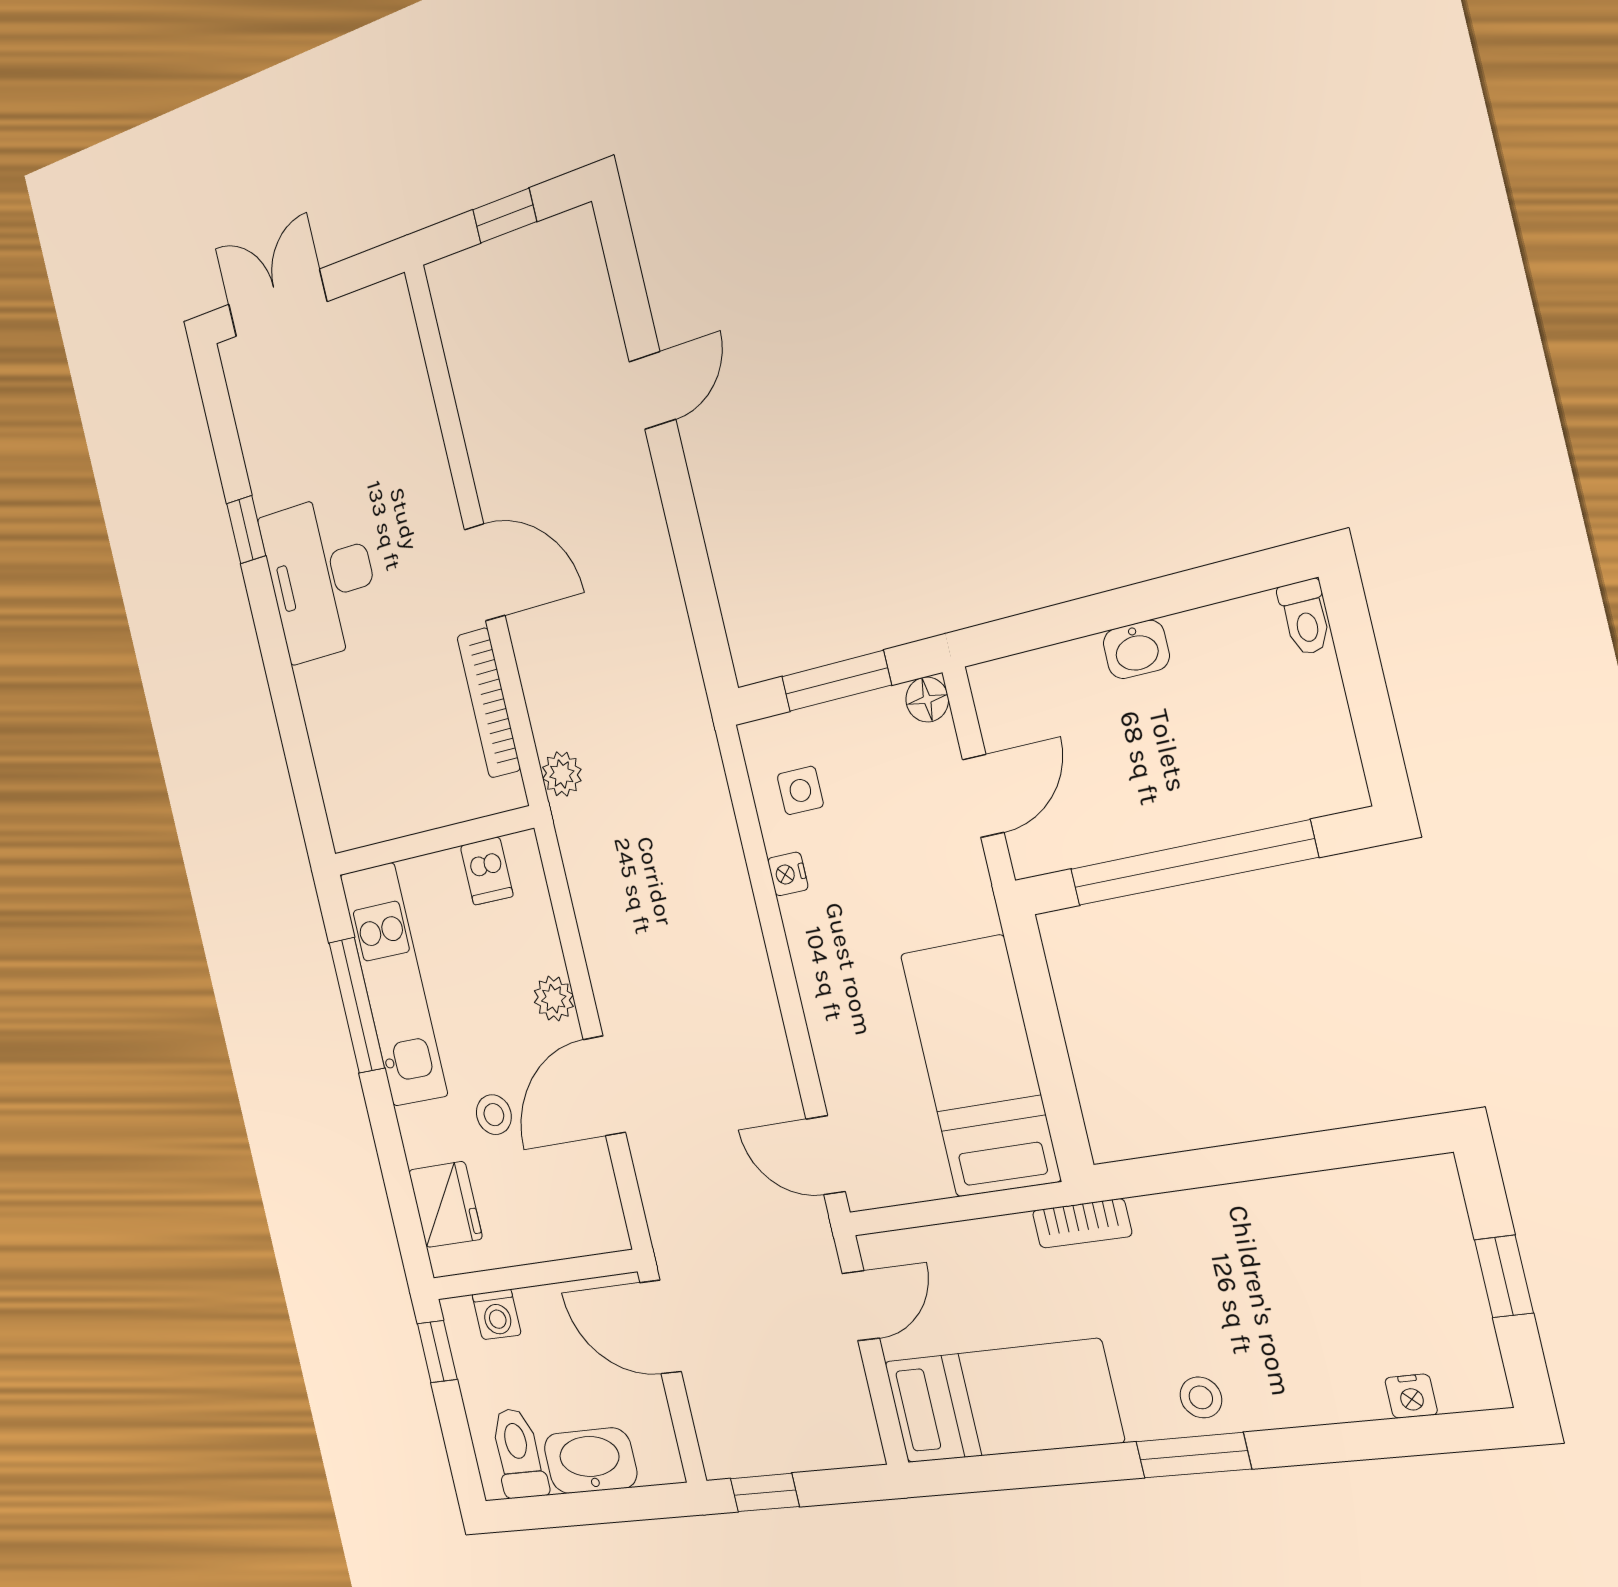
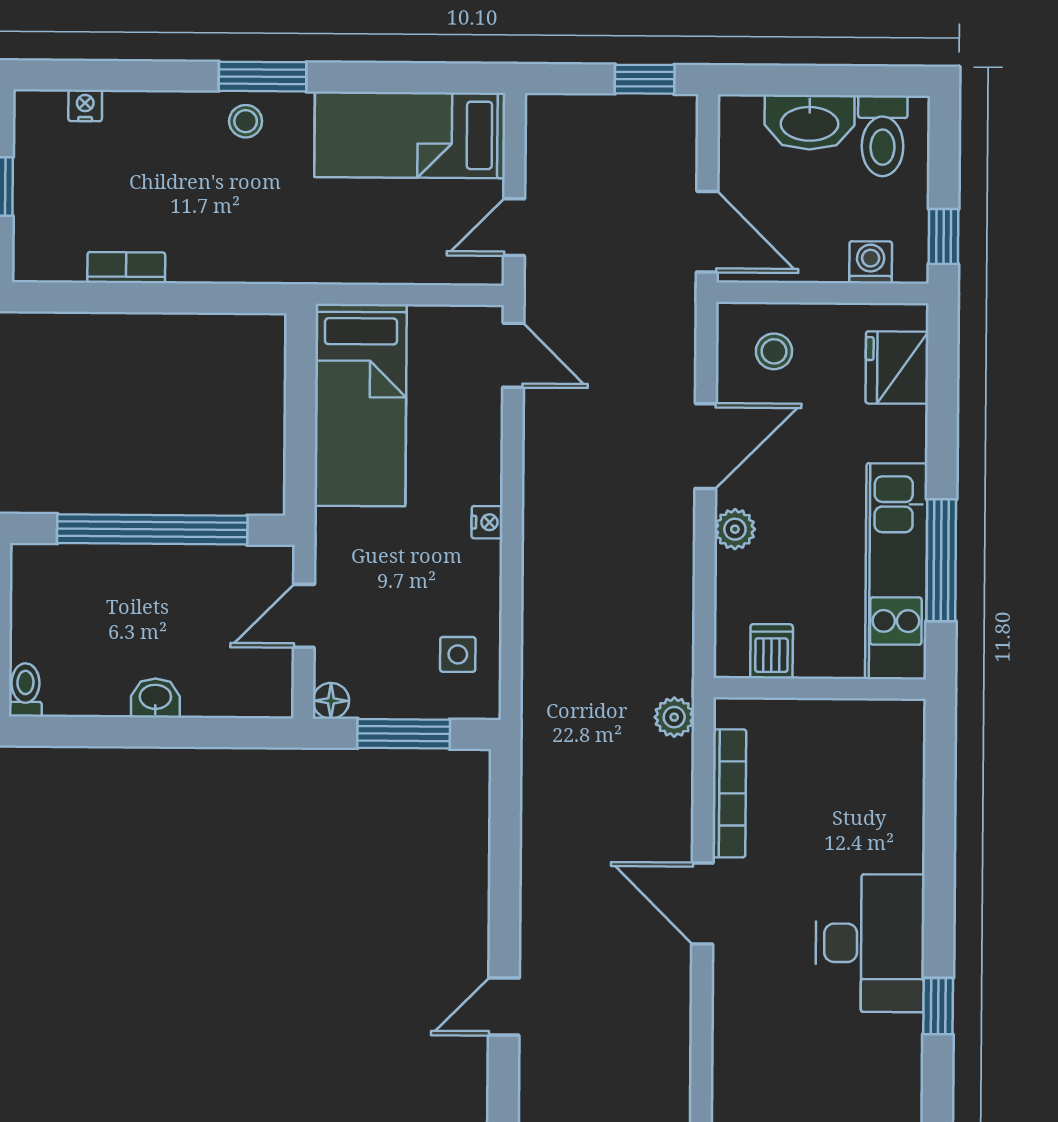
nightstand: (788, 874) -> (487, 522), moved
stool: (494, 1115) -> (774, 351), moved
bookcase: (1082, 1223) -> (126, 268), moved

